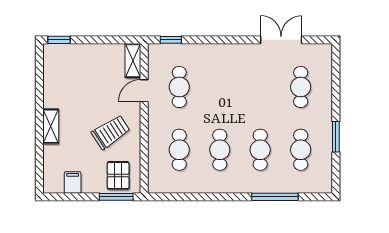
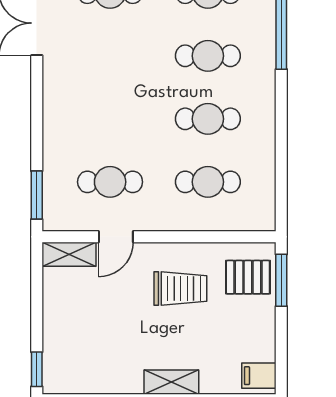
window: (171, 40) -> (37, 195), width x1.50
door: (144, 91) -> (116, 237), hinge flipped
trolley: (111, 132) -> (180, 288), turned 123
filing cabinet: (73, 182) -> (259, 376), moved

